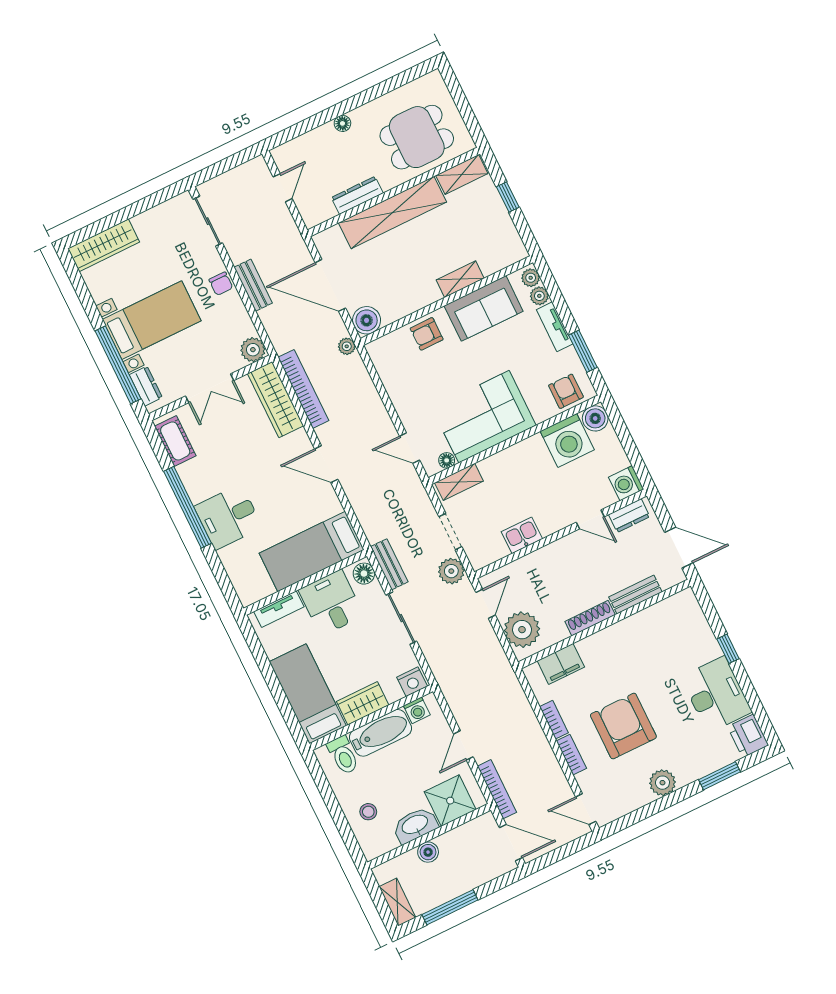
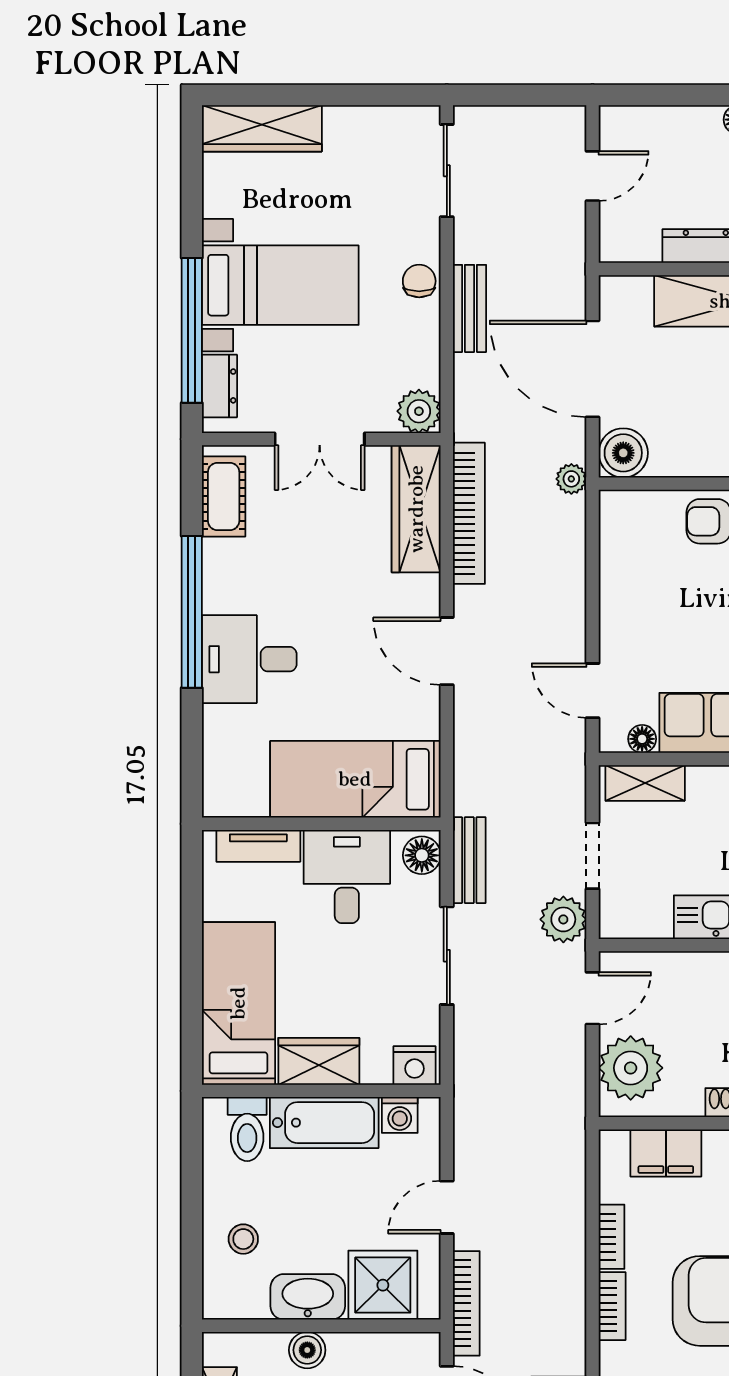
chair: (221, 284) -> (419, 281), turned 180

